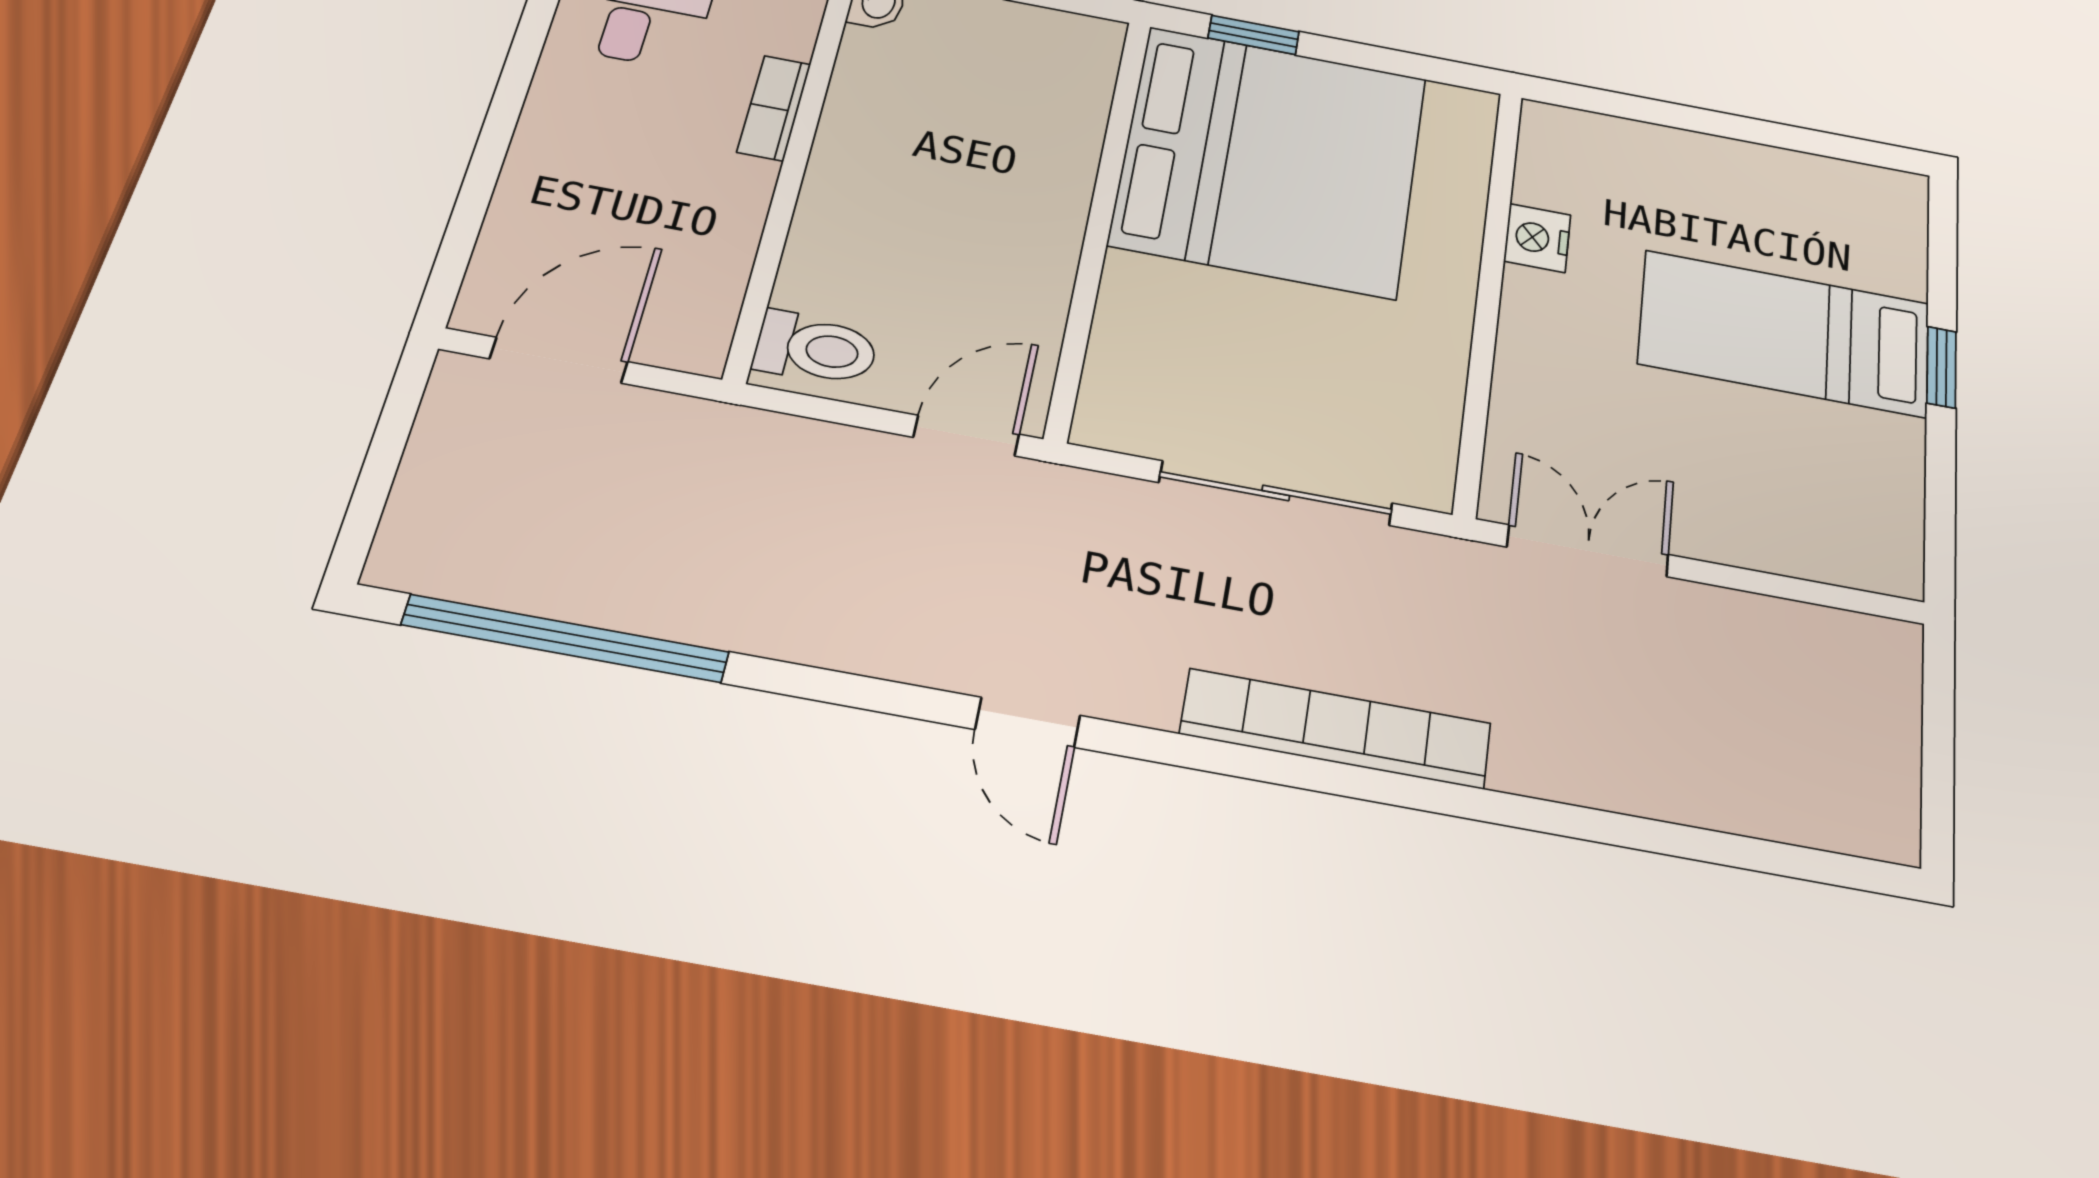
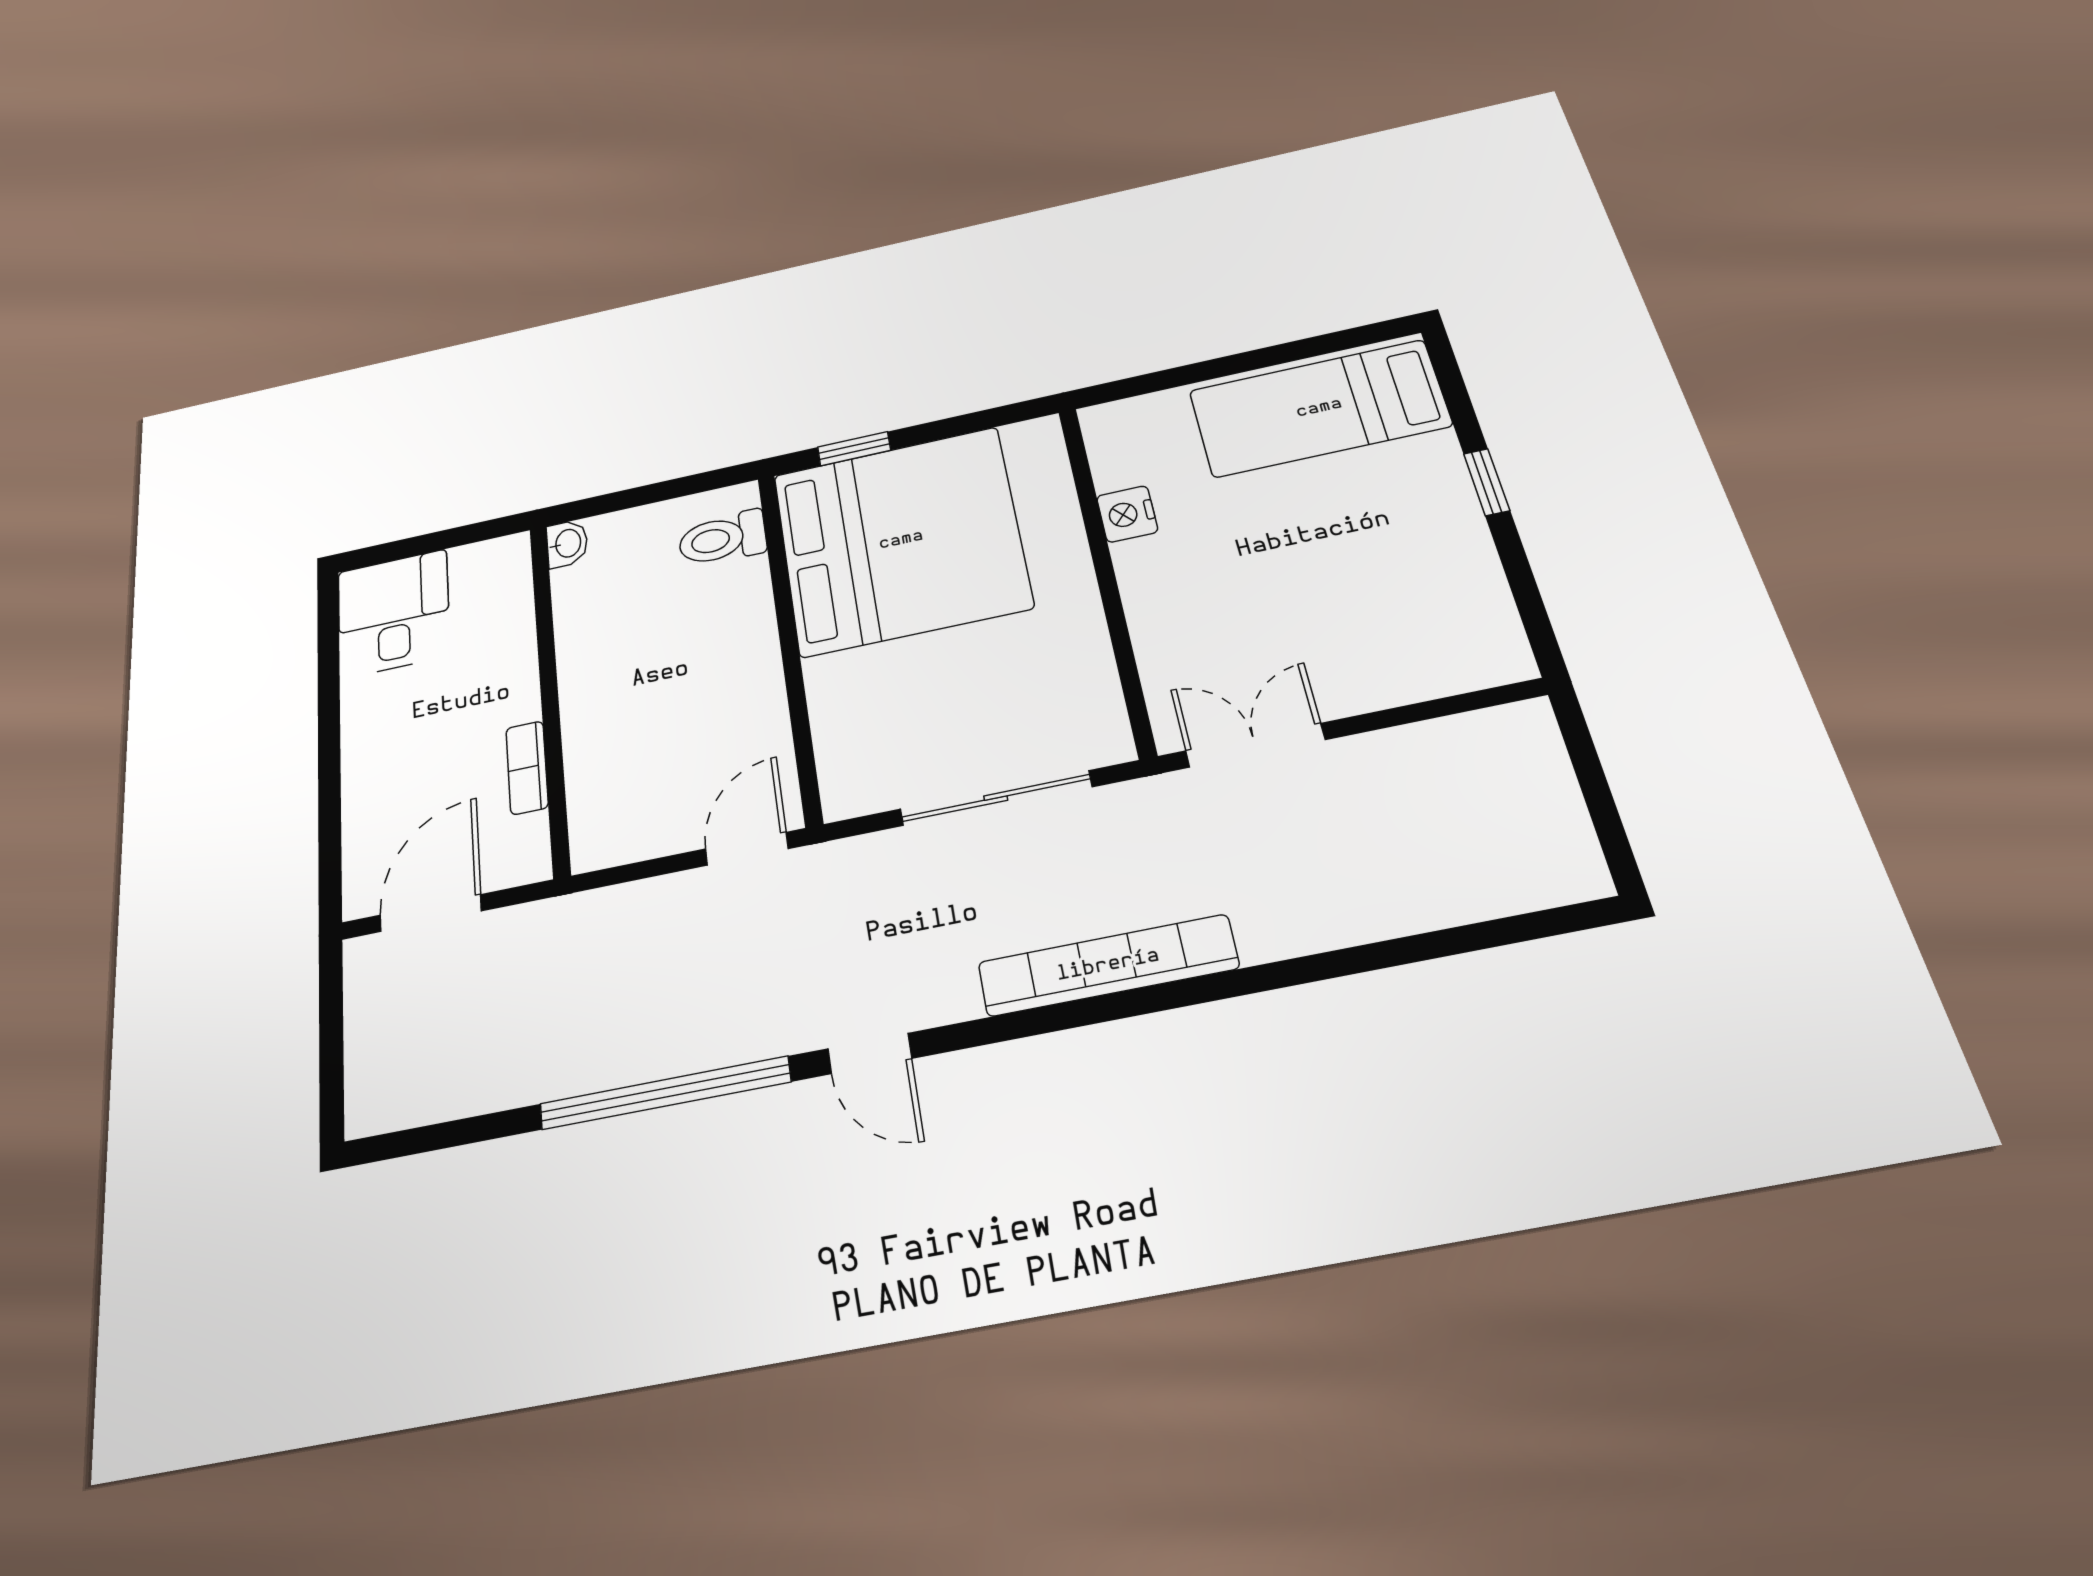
bookcase: (774, 108) -> (527, 768), moved
bed: (1785, 333) -> (1319, 408), moved
toilet: (816, 349) -> (722, 539), moved, turned 180
window: (566, 638) -> (665, 1093), moved

